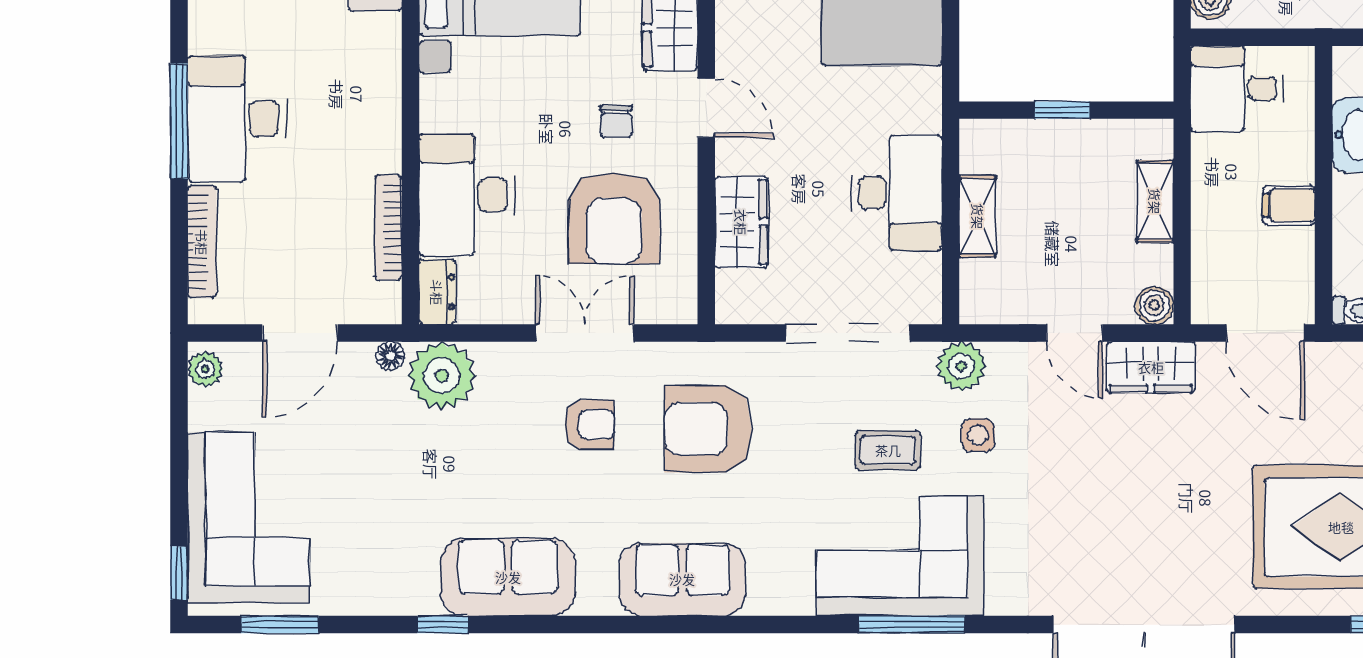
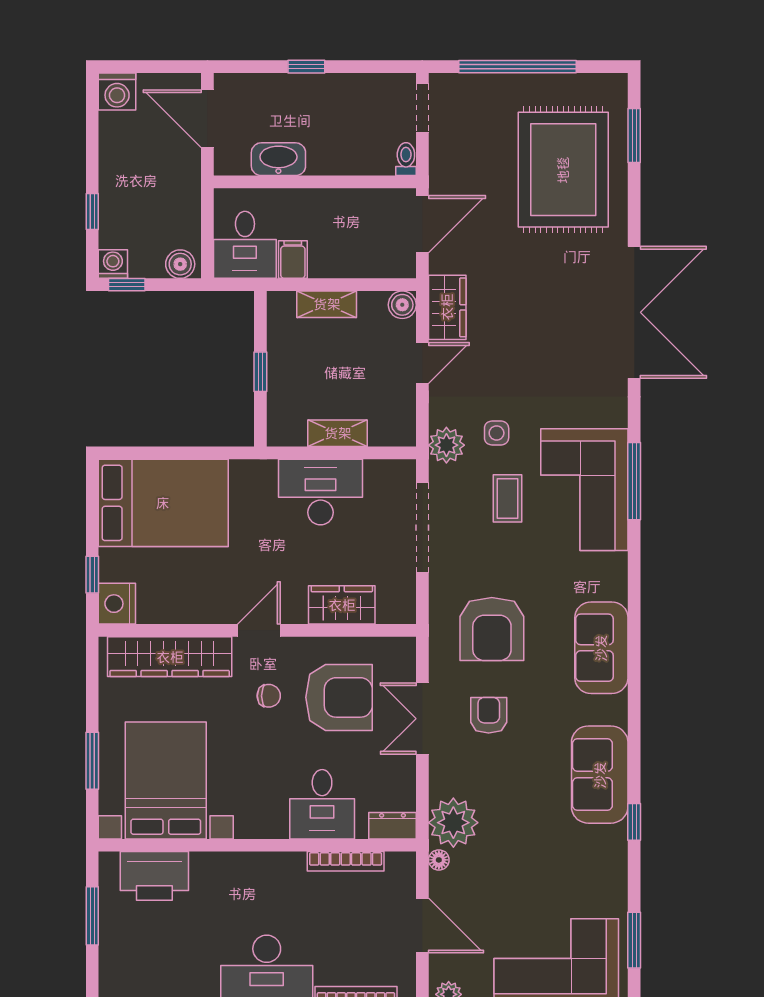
desk: (467, 195) -> (322, 804), width x0.73
filing cabinet: (1289, 205) -> (293, 260), moved, turned 180

